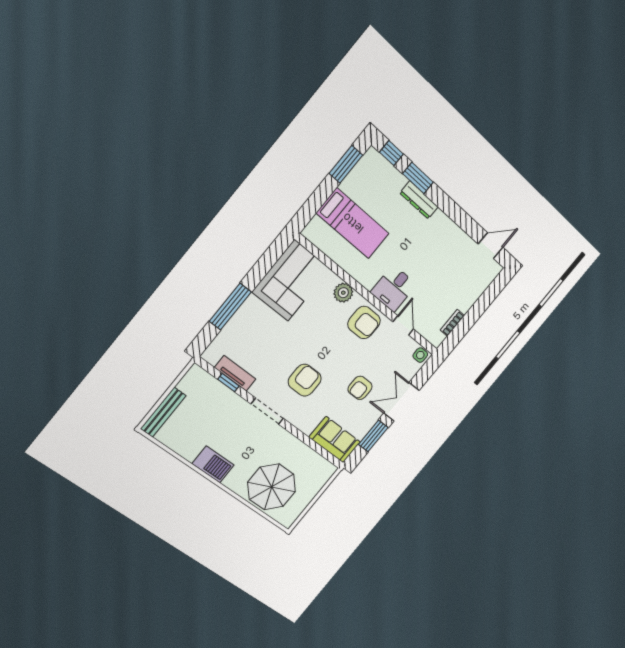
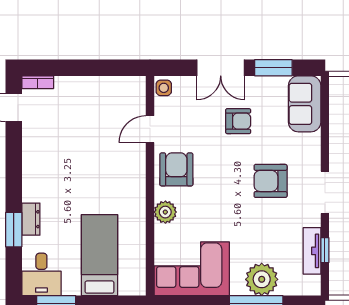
window: (391, 153) -> (14, 272), removed
dresser: (419, 200) -> (31, 219), width x0.70
desk: (394, 288) -> (41, 274), moved, turned 90
bookcase: (452, 323) -> (38, 82), moved
plant: (244, 324) -> (262, 279), added

